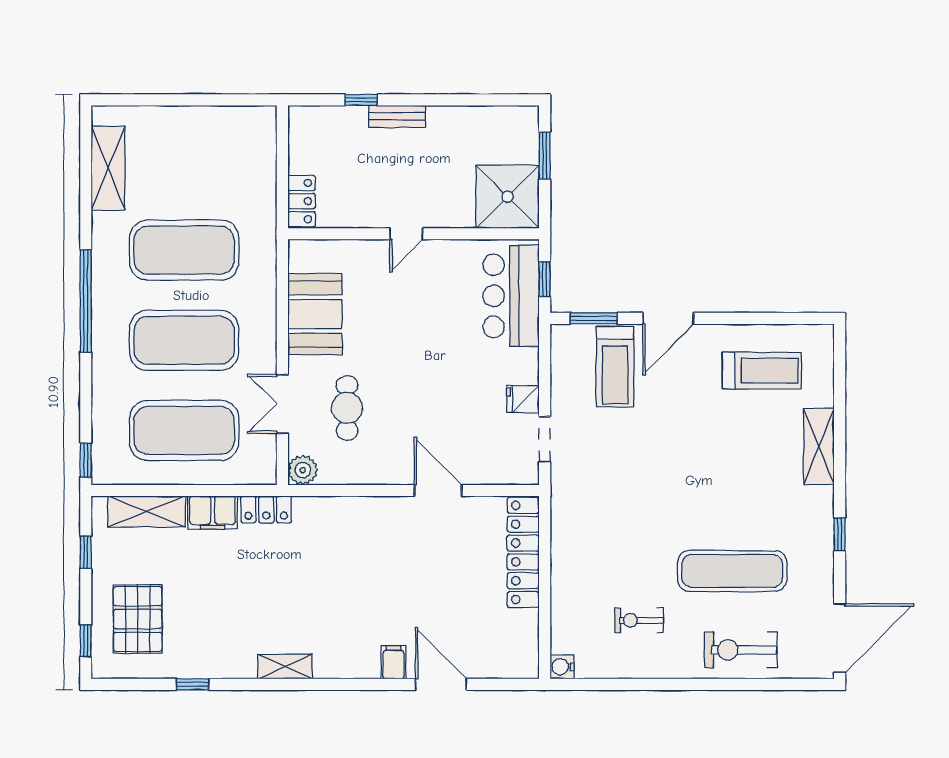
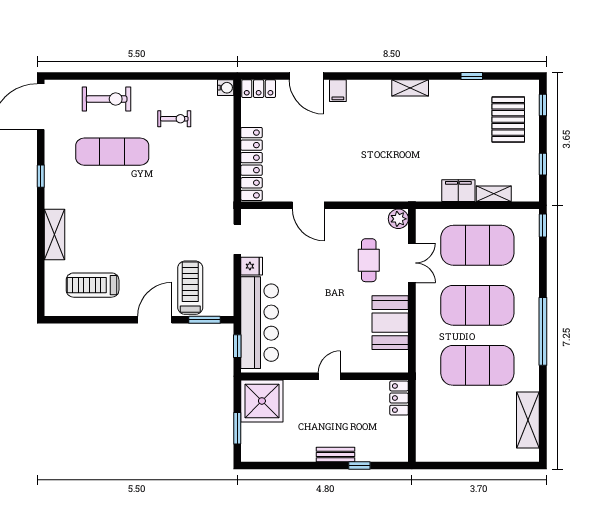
bar counter: (511, 296) -> (260, 323), width x1.36
locker: (266, 509) -> (259, 89), moved, turned 180
shelving: (147, 512) -> (494, 194), width x0.67, depth x0.75

